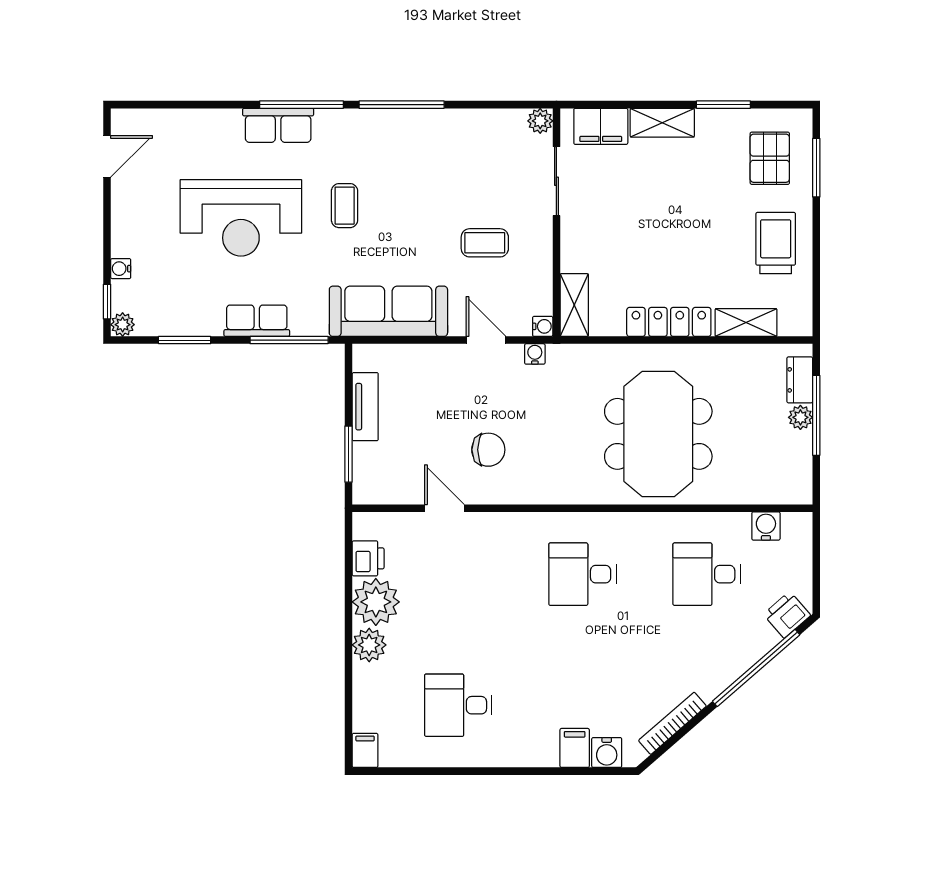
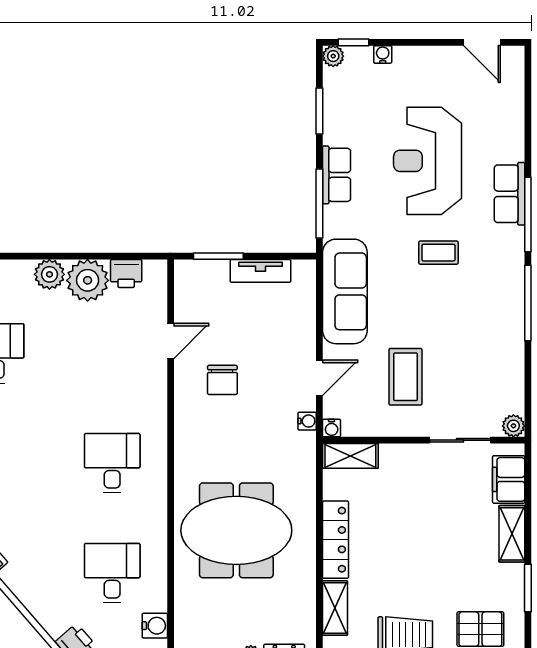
coffee table: (485, 243) -> (405, 377), width x1.36, depth x1.30

